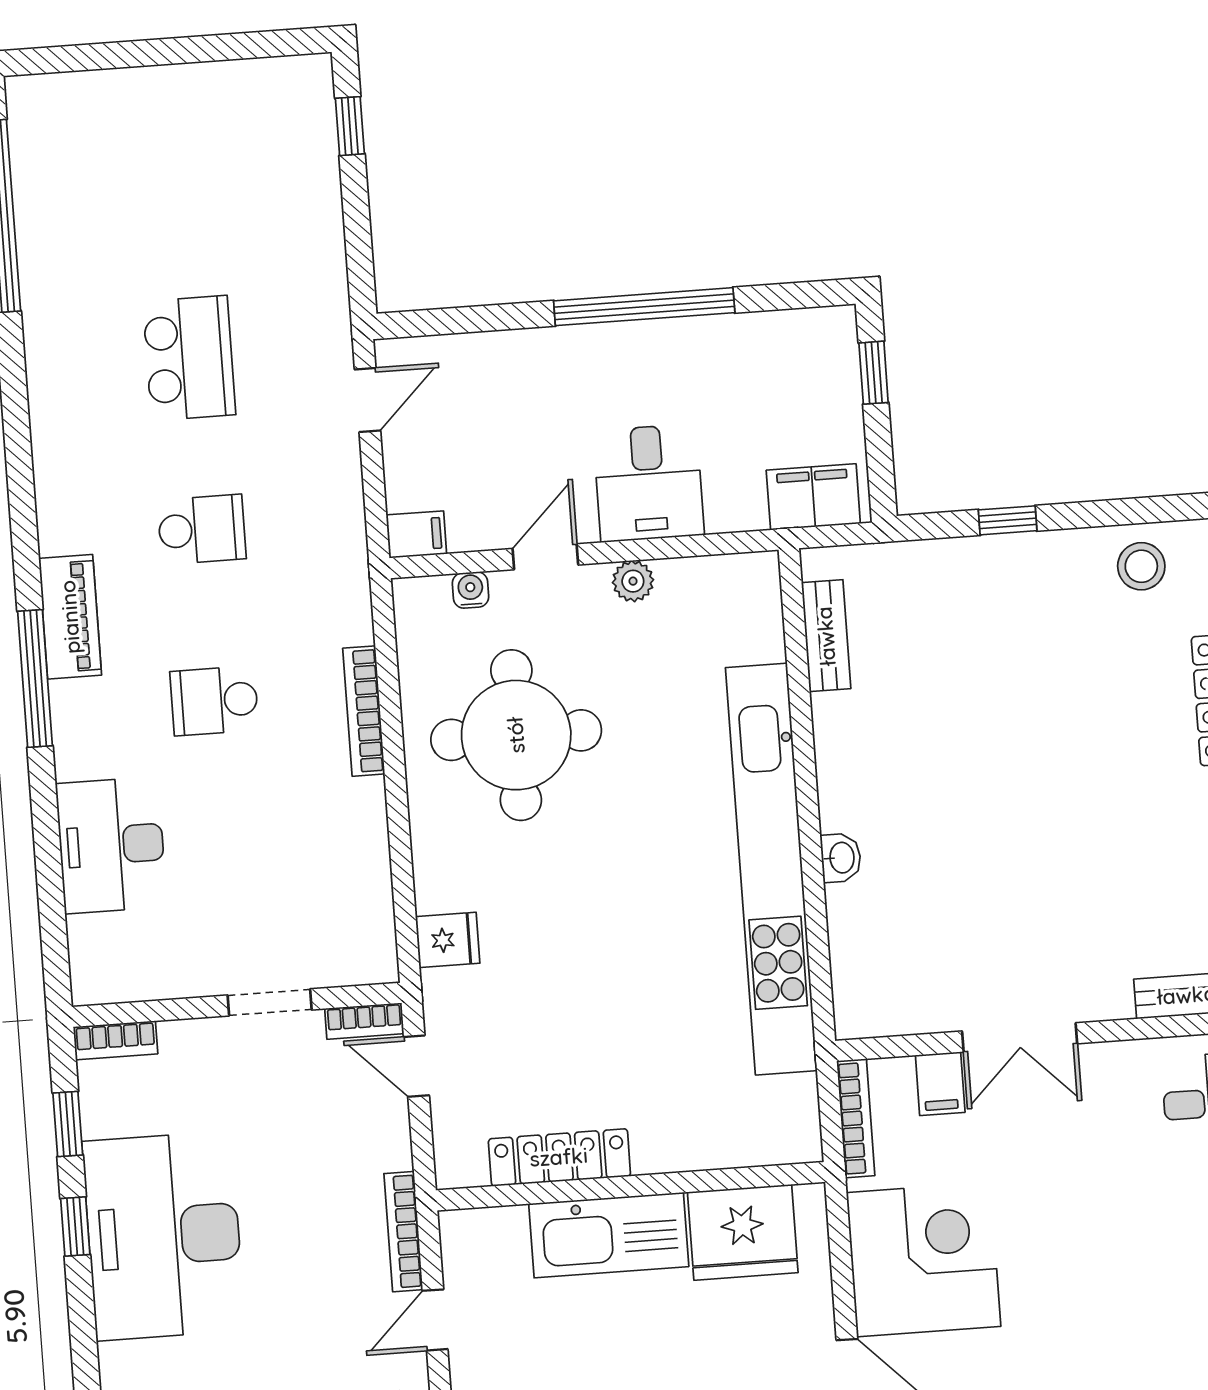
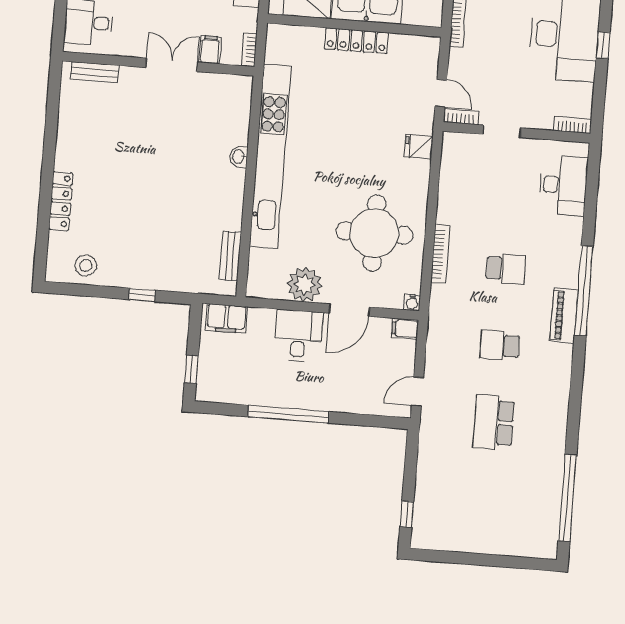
door: (545, 557) -> (349, 310), width x1.38
plant: (633, 581) -> (305, 285), width x1.87, depth x1.87
water cooler: (470, 590) -> (412, 303), moved
window: (35, 678) -> (584, 291), width x1.46
desk: (111, 845) -> (563, 185), moved
bookcase: (856, 1118) -> (249, 50), width x0.64
window: (68, 1124) -> (599, 91), removed
locker: (559, 1157) -> (356, 41), moved

